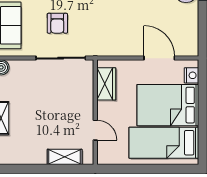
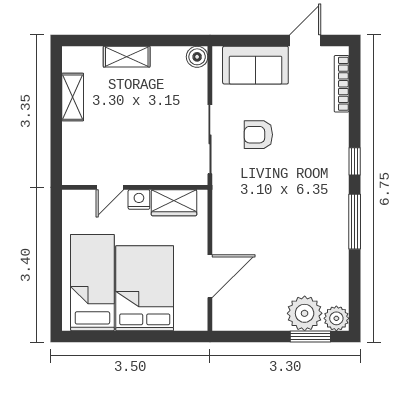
nightstand: (191, 75) -> (139, 200), moved, turned 180
shelving: (65, 157) -> (73, 97), moved

